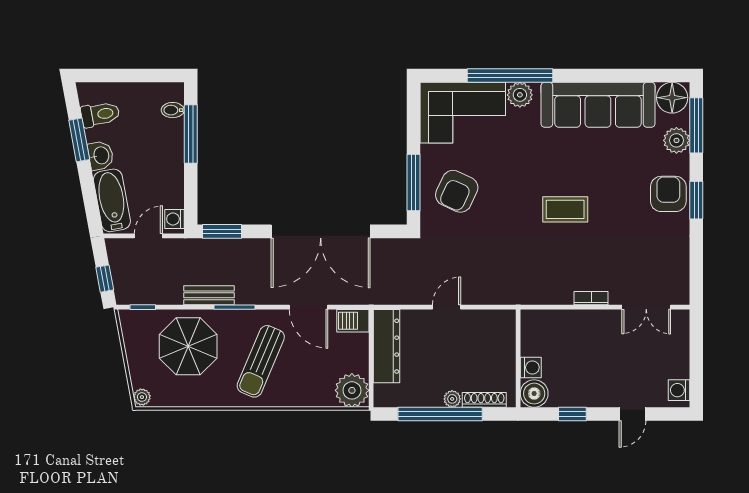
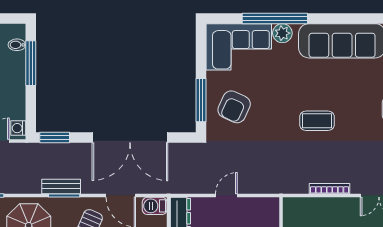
bench: (209, 295) -> (61, 186), moved
bookcase: (591, 298) -> (330, 189), width x1.56

